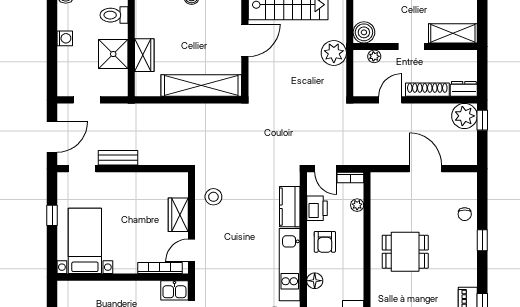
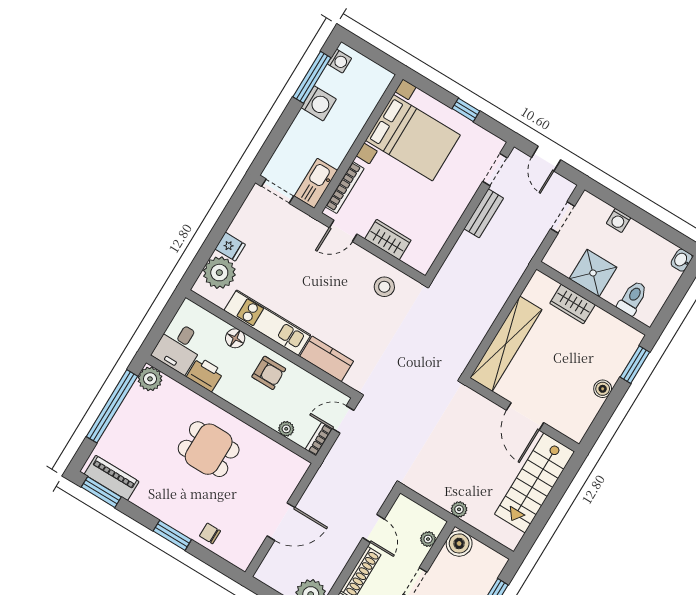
washing machine: (65, 38) -> (619, 220), moved
plant: (334, 53) -> (459, 509), width x0.53, depth x0.53
door: (52, 137) -> (546, 159), width x0.73
printer: (317, 208) -> (205, 374), moved, turned 180
window: (482, 240) -> (172, 535), width x1.50
bed with nightstands: (85, 241) -> (413, 138), width x1.36
armchair: (325, 242) -> (269, 373), turned 180
door: (191, 250) -> (343, 231), swing flipped
dining table: (405, 252) -> (209, 449), turned 90
kitchen sink: (174, 290) -> (316, 183), width x1.38

